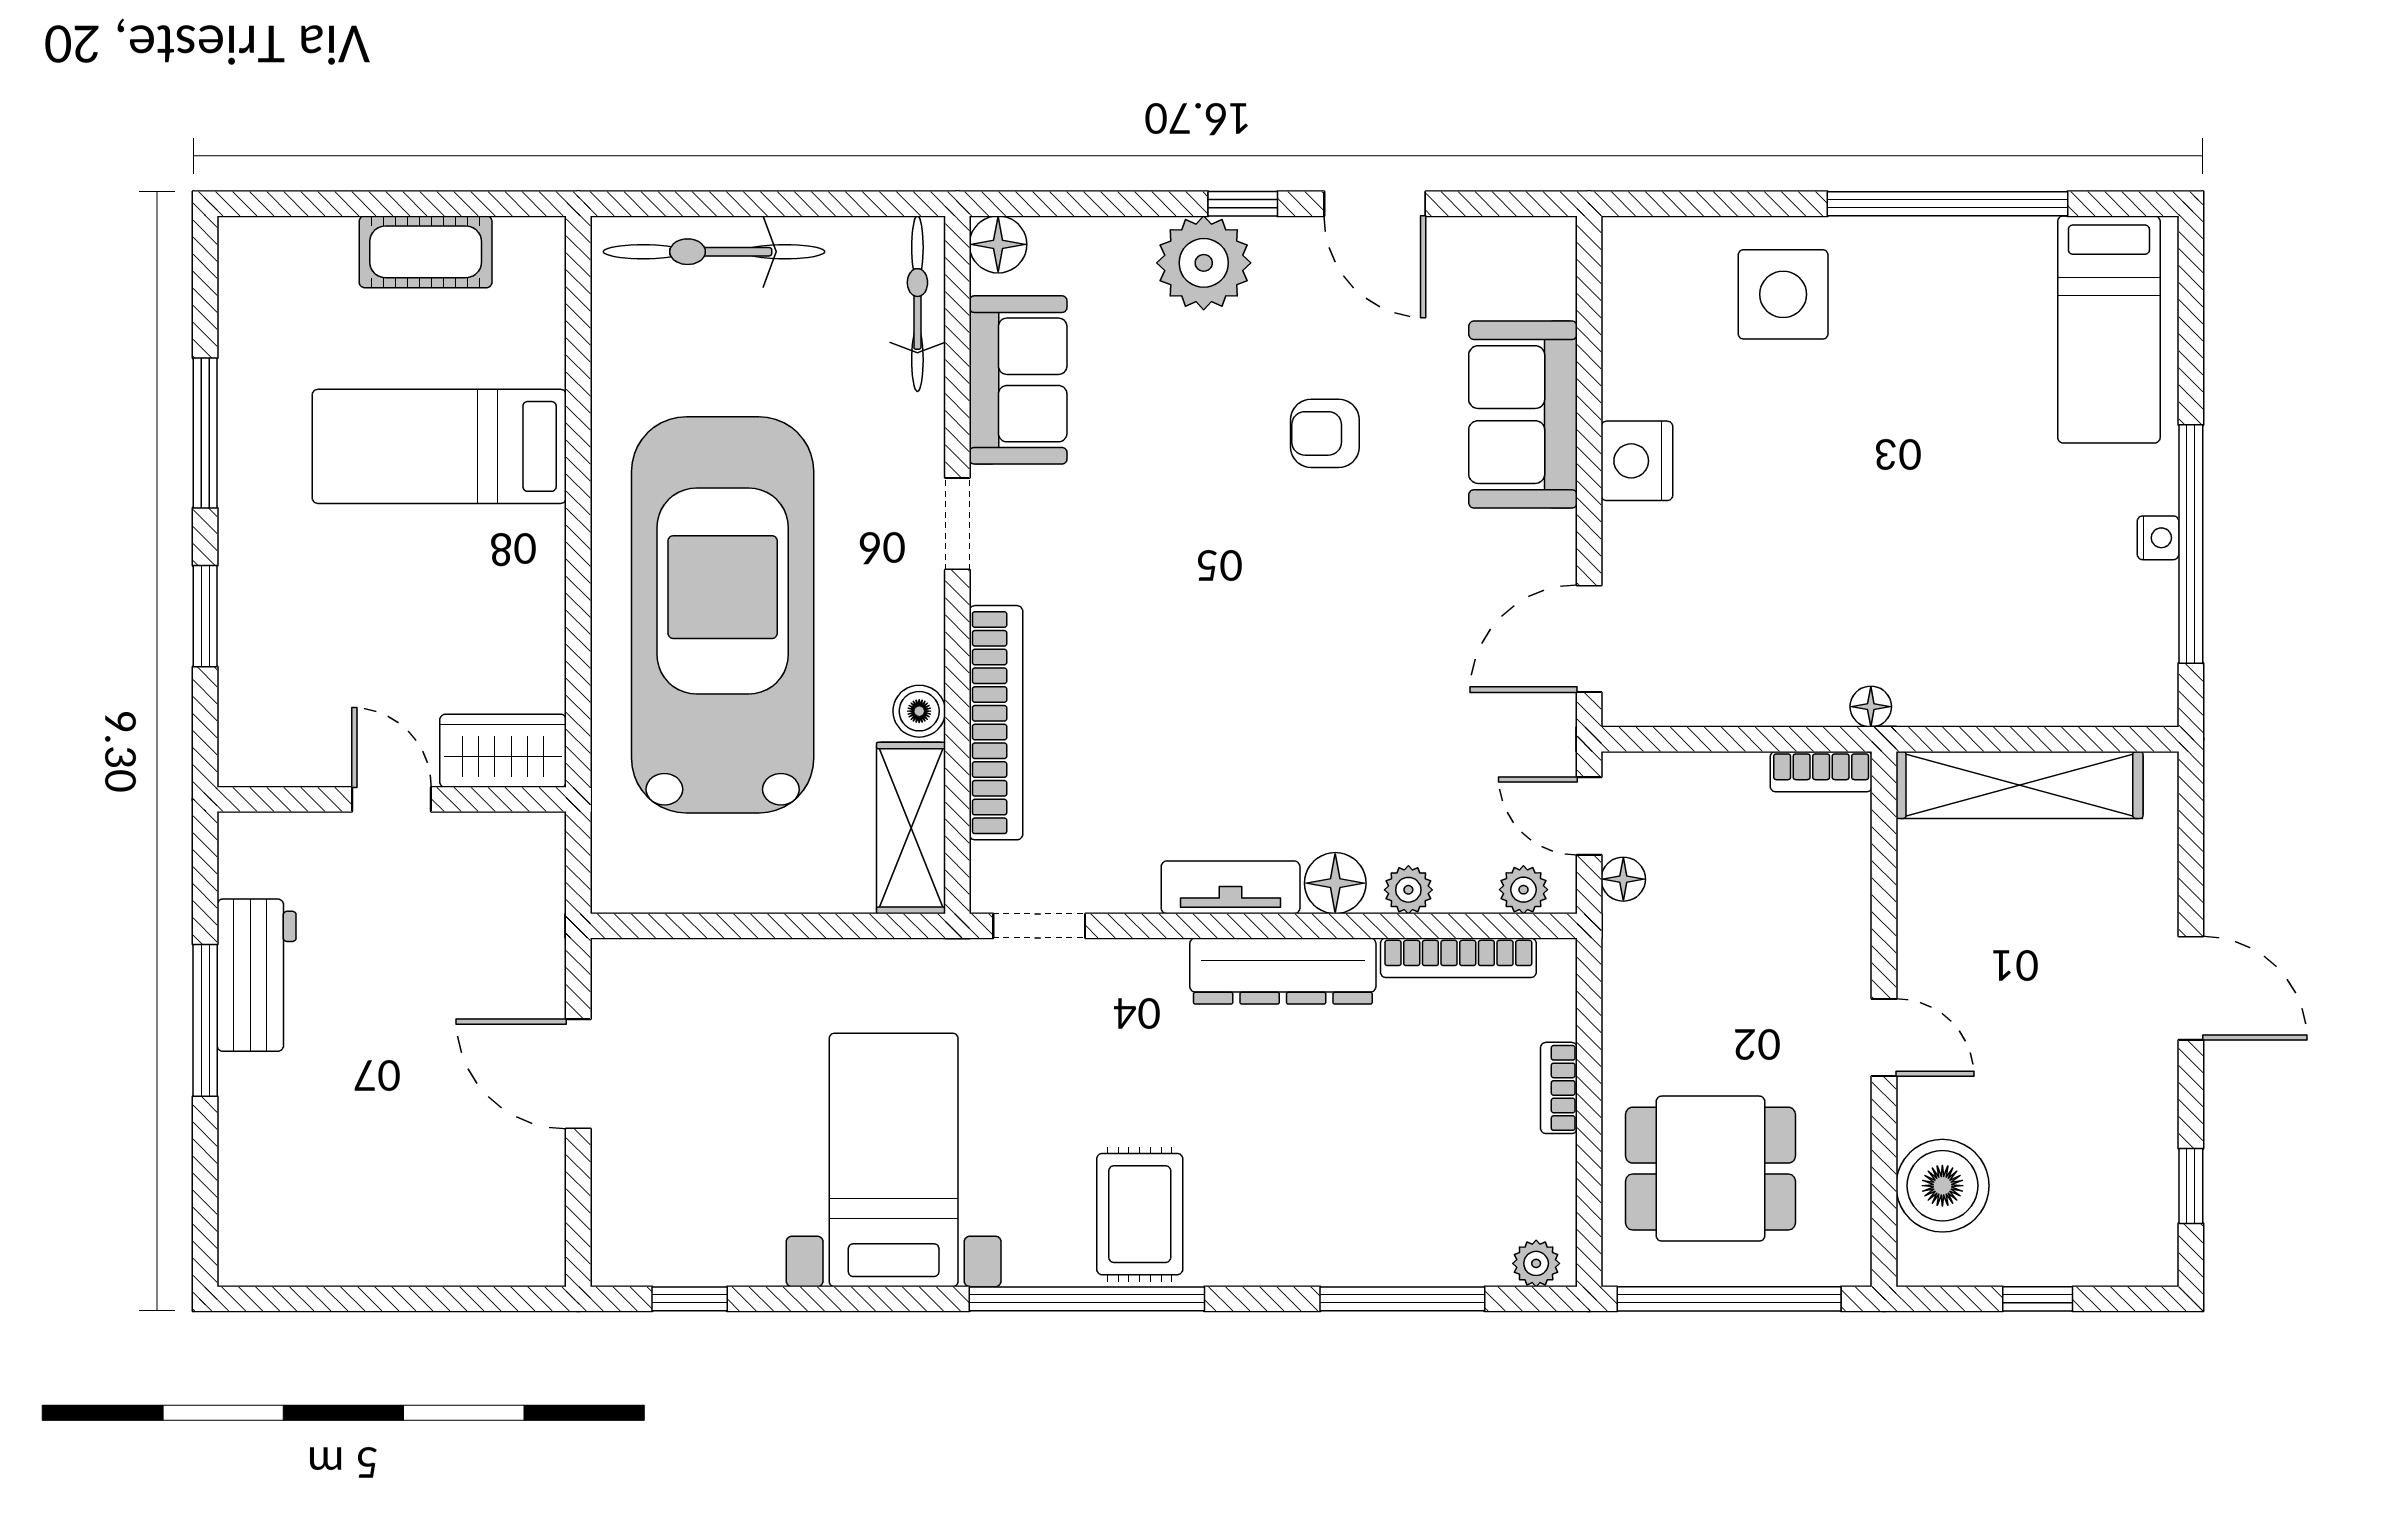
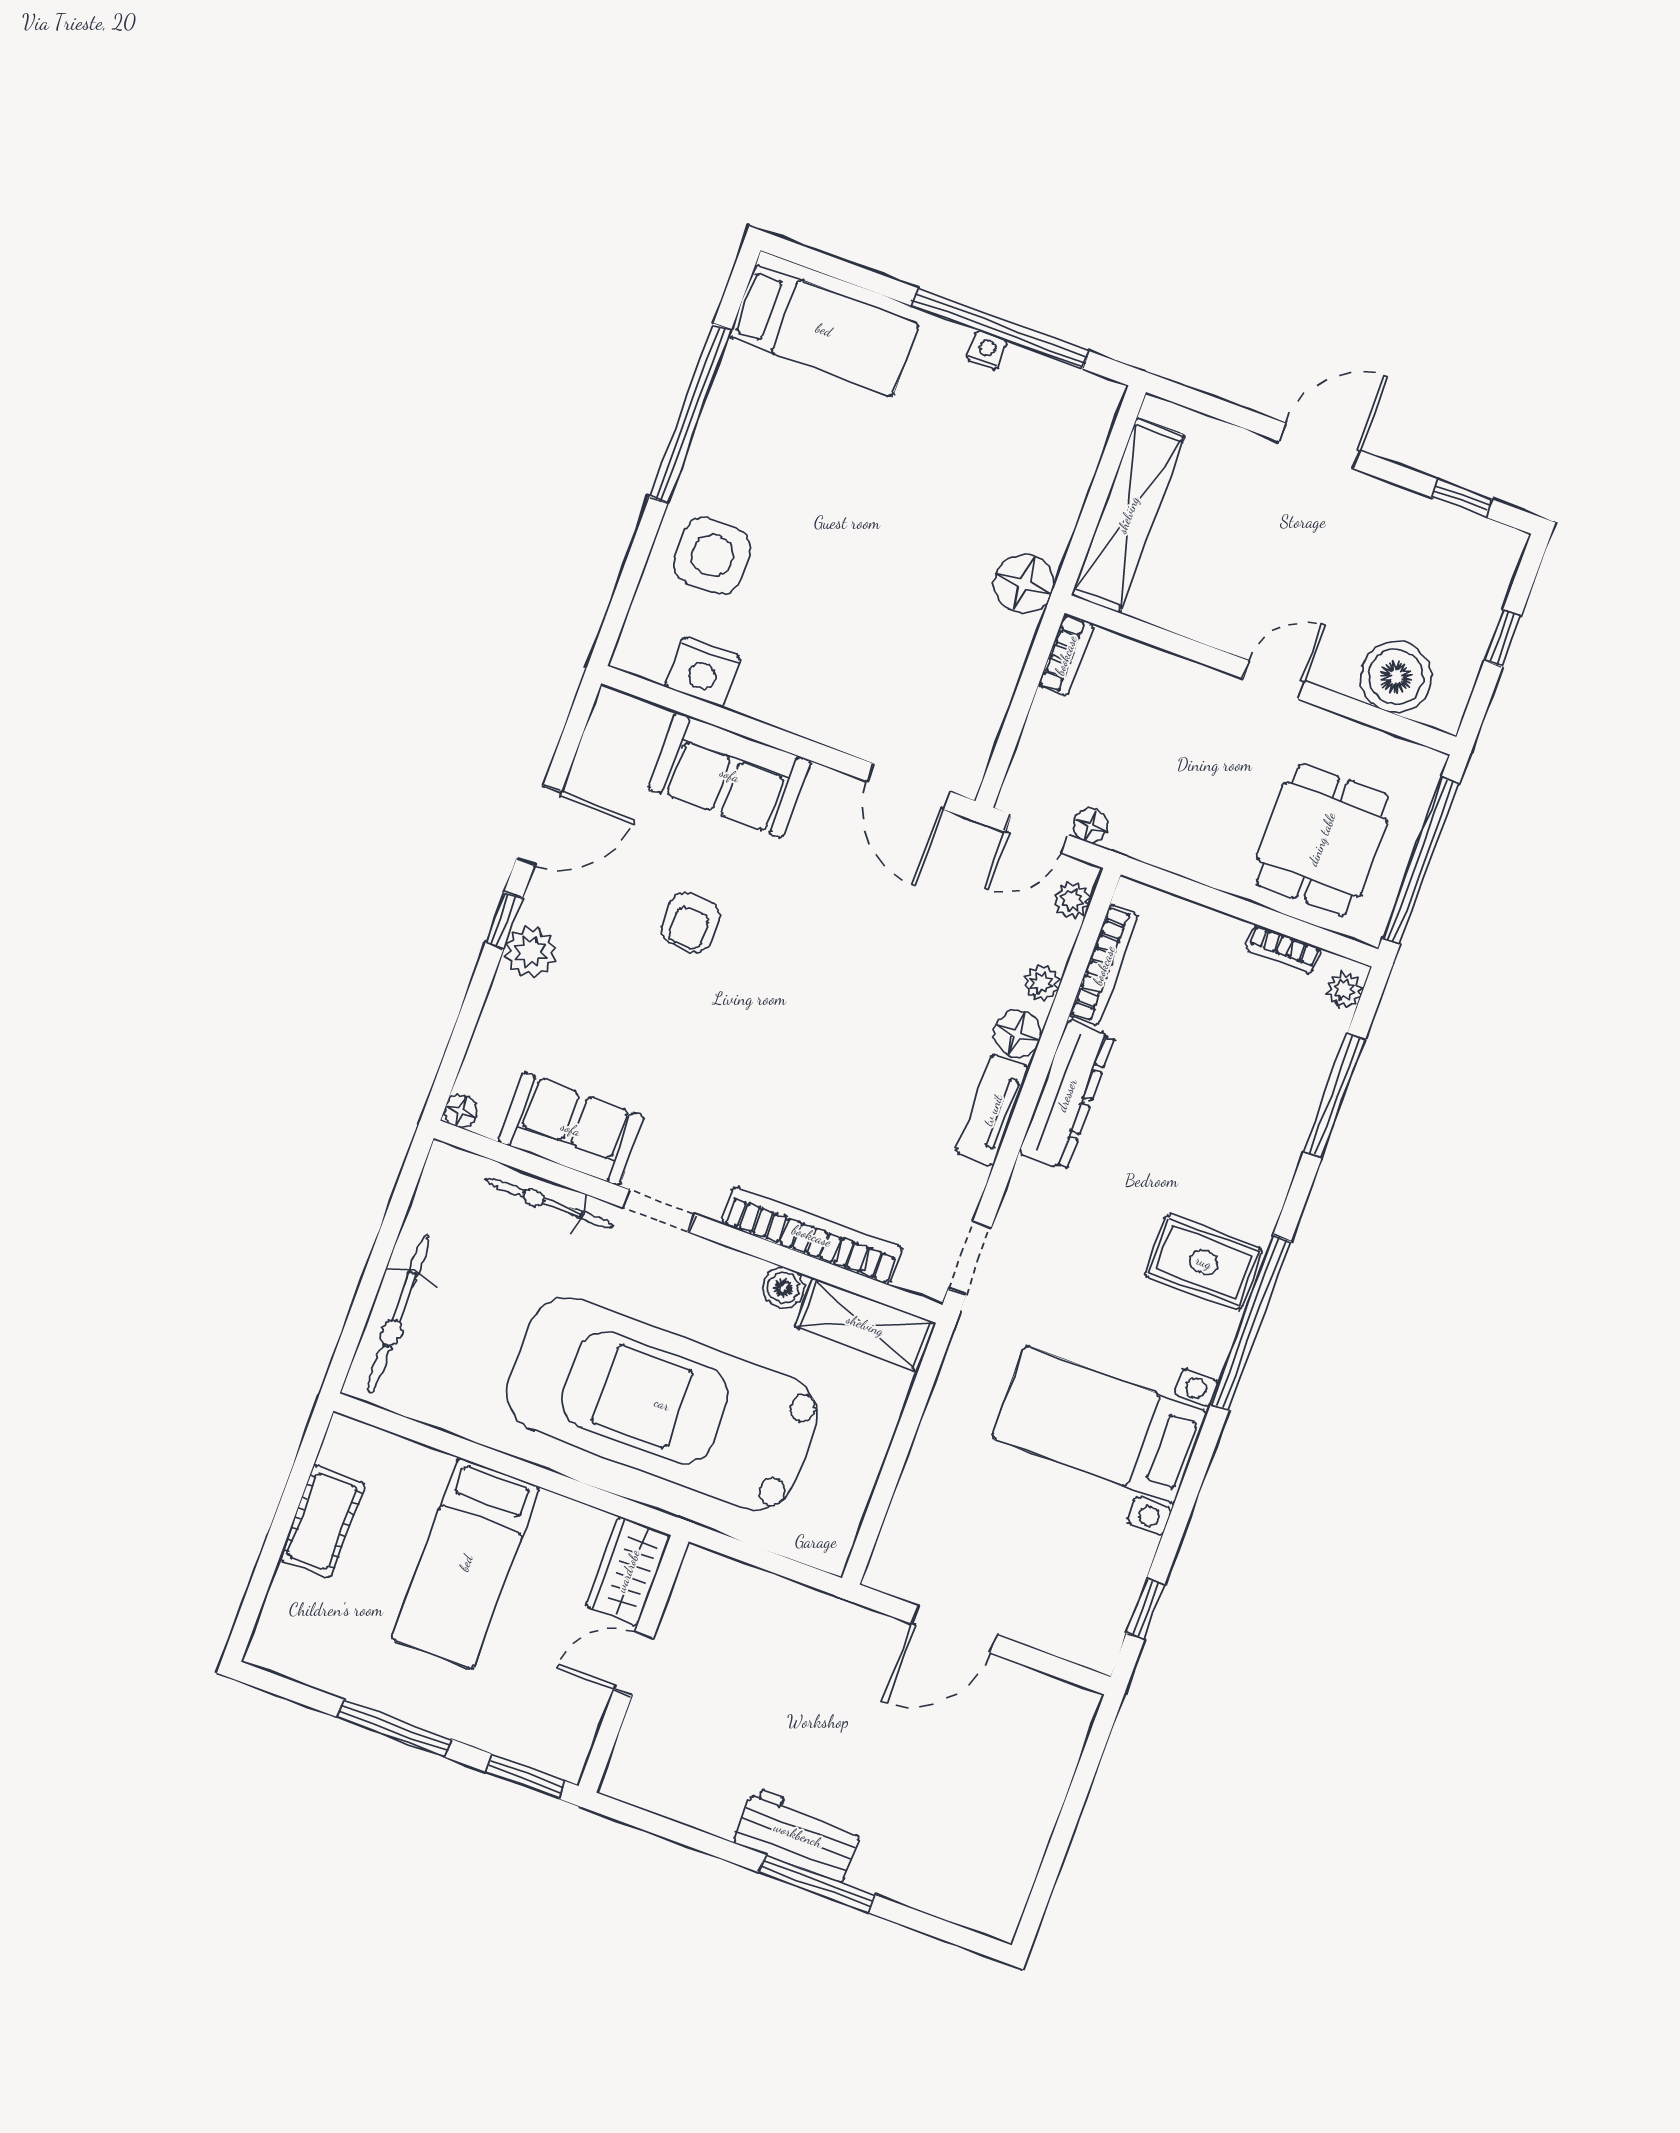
floor lamp: (998, 244) -> (461, 1111), width x0.73, depth x0.73
plant: (1204, 263) -> (530, 952), width x0.73, depth x0.73
bicycle: (917, 304) -> (549, 1203), moved
nightstand: (1637, 461) -> (703, 672), moved
floor lamp: (1871, 707) -> (1024, 584), width x1.89, depth x1.89
wardrobe: (503, 751) -> (628, 1571), moved
door: (392, 799) -> (634, 1664), moved
wall: (392, 799) -> (634, 1664), moved
bookcase: (1559, 1088) -> (1283, 949), moved

